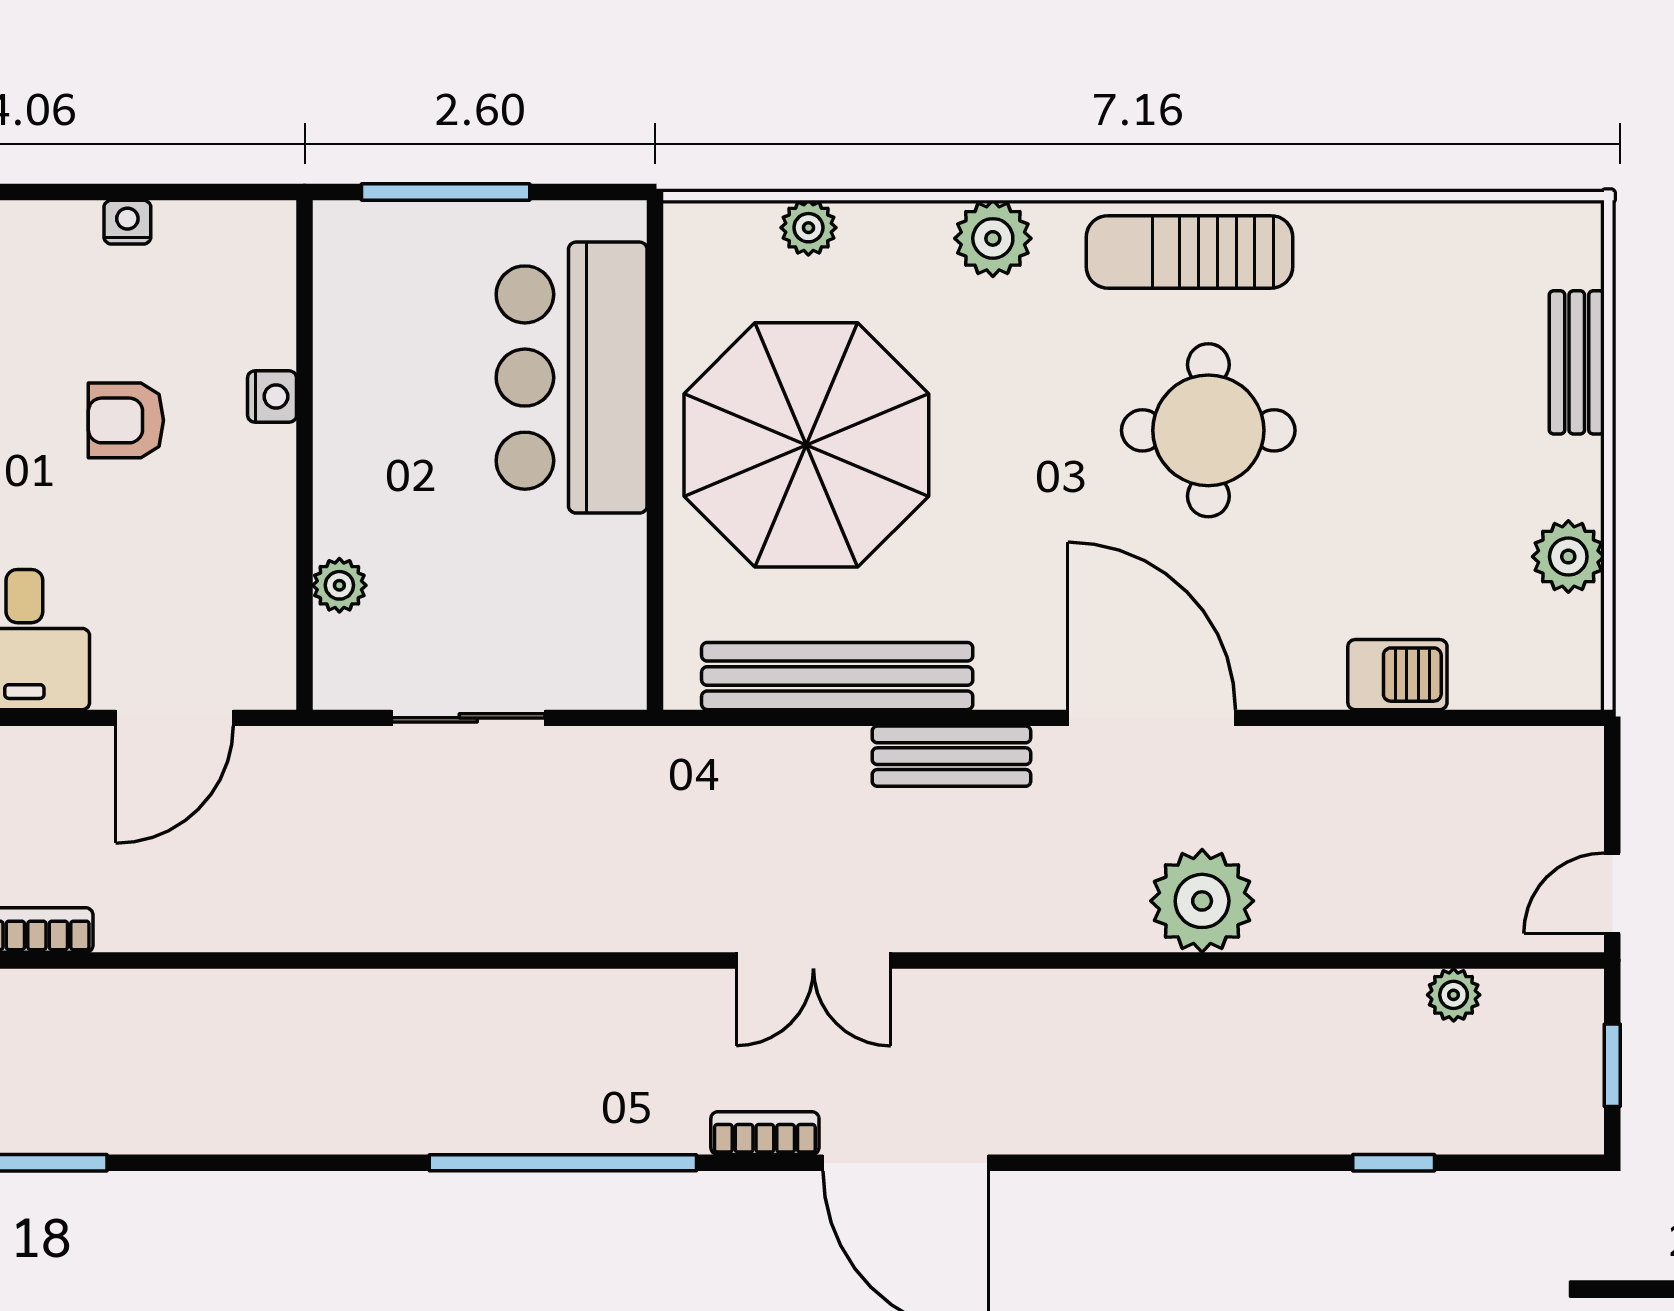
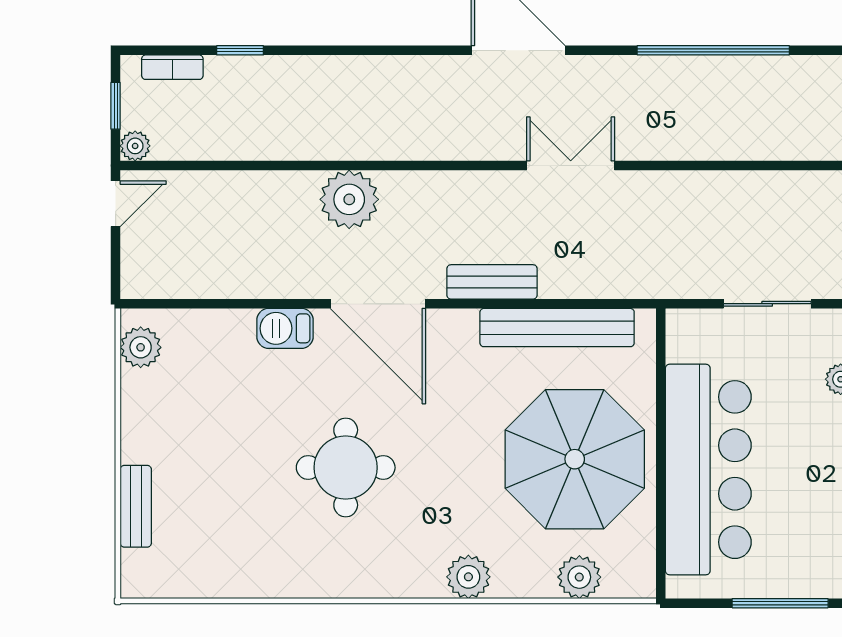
plant: (808, 228) -> (579, 577), width x1.38, depth x1.38
sun lounger: (1189, 252) -> (356, 569), removed
bar counter: (572, 378) -> (708, 470), width x1.36
plant: (1568, 557) -> (141, 347), moved
barbecue: (1397, 675) -> (285, 328), moved
plant: (1454, 995) -> (135, 146), moved
bookcase: (765, 1133) -> (172, 67), moved

